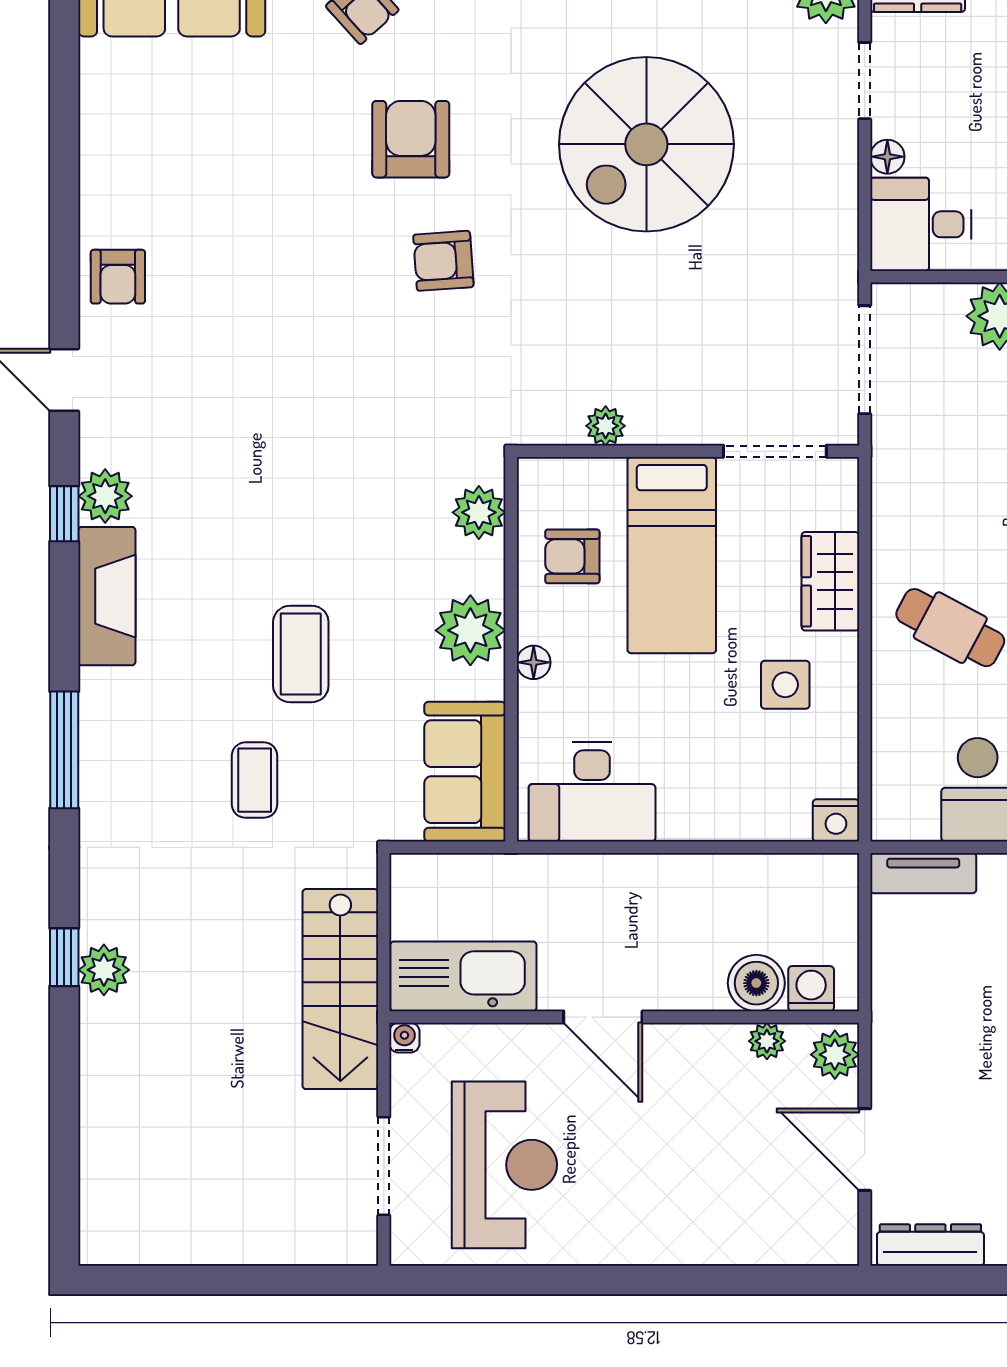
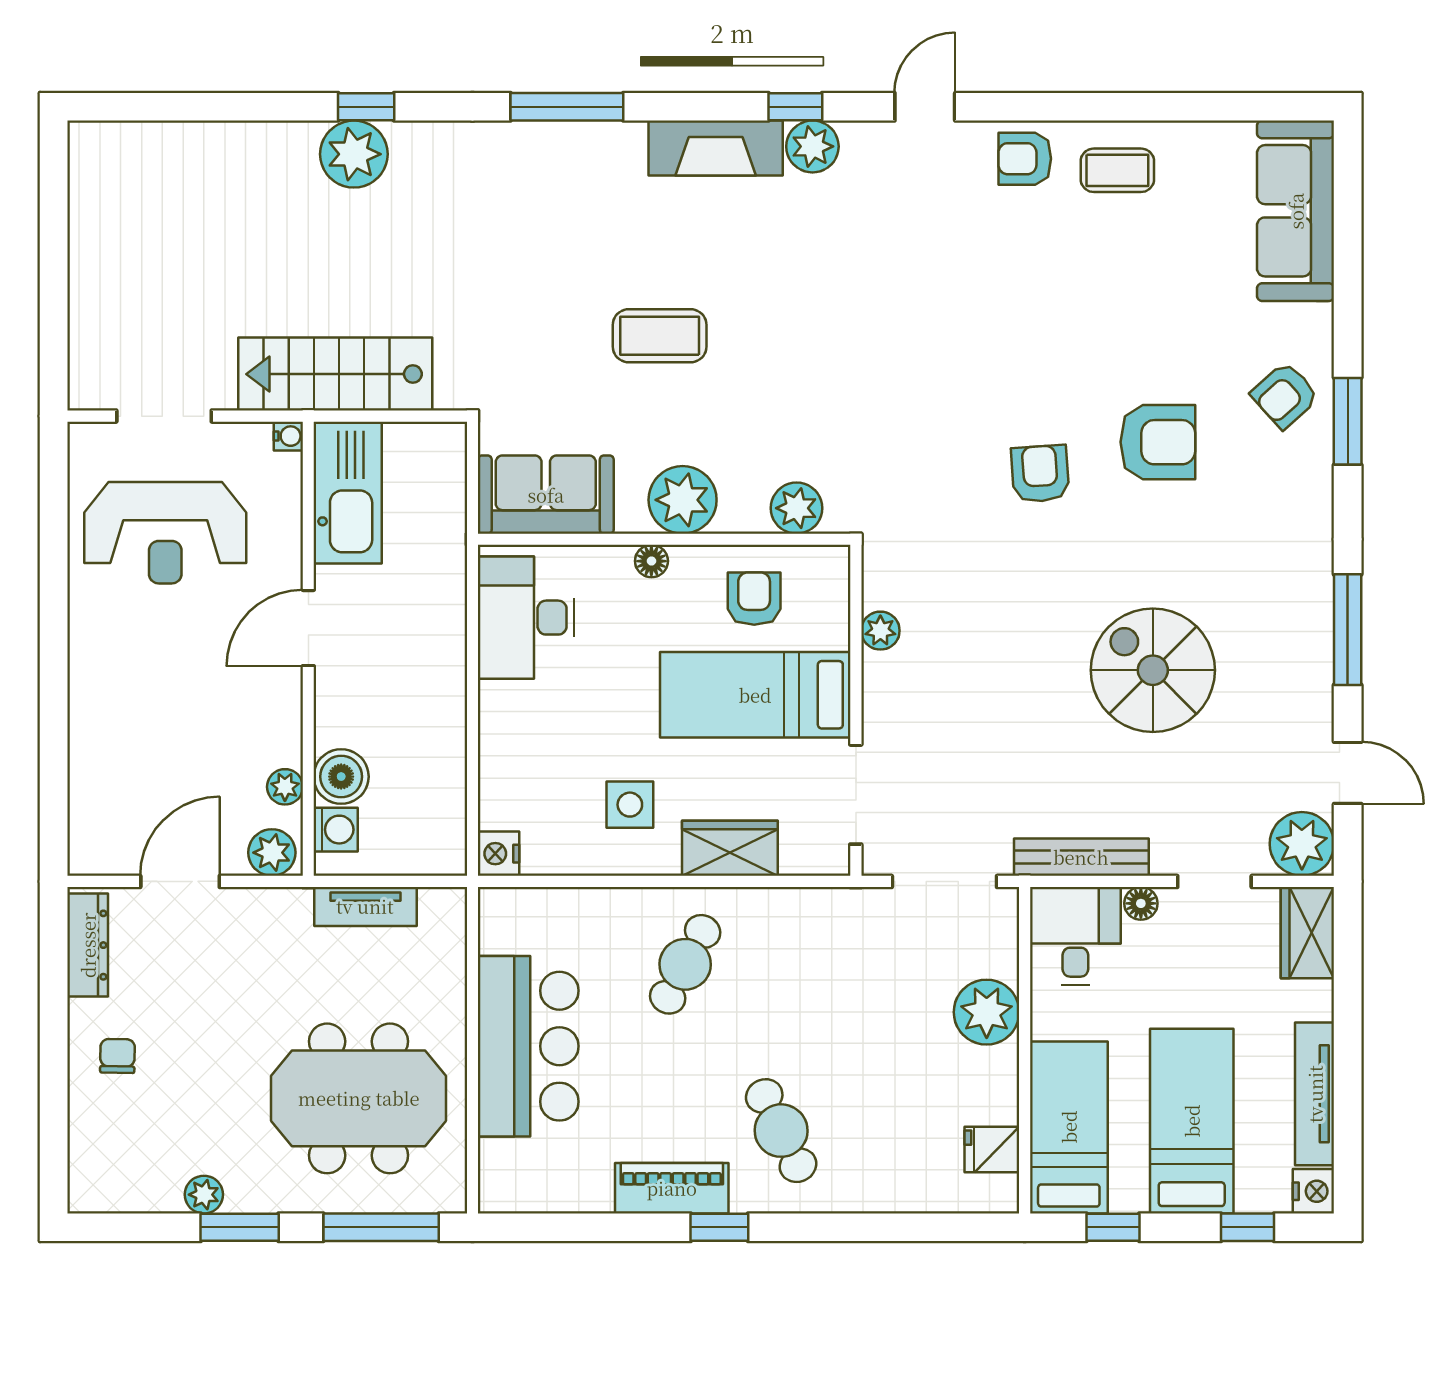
spiral stairs: (646, 144) -> (1153, 670), width x0.73, depth x0.73
bench: (840, 218) -> (1081, 857), added
coffee table: (255, 780) -> (1117, 170), moved
tv unit: (923, 873) -> (365, 906), moved, turned -90
plant: (104, 970) -> (354, 154), width x1.36, depth x1.36

